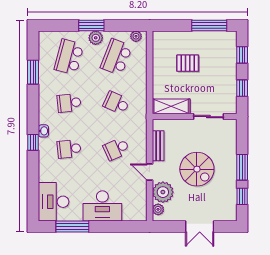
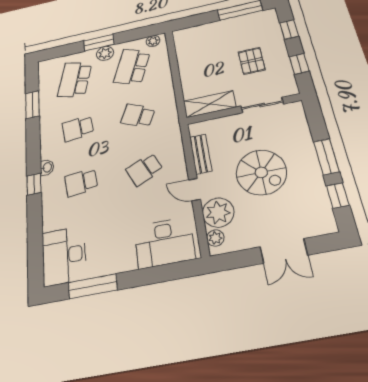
pallet: (188, 63) -> (252, 61), moved, turned 90
desk: (102, 206) -> (164, 243), moved

